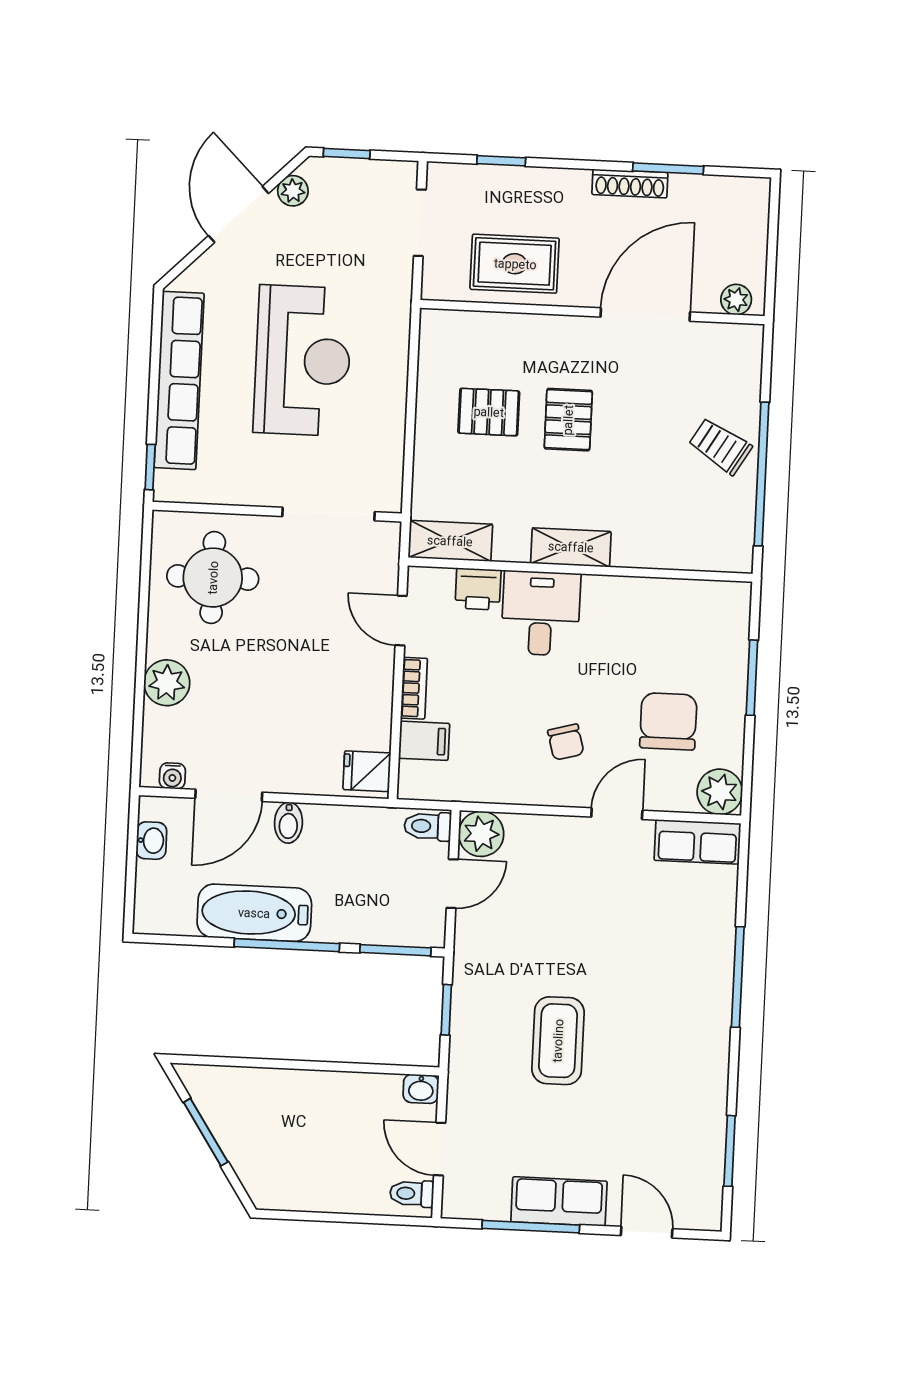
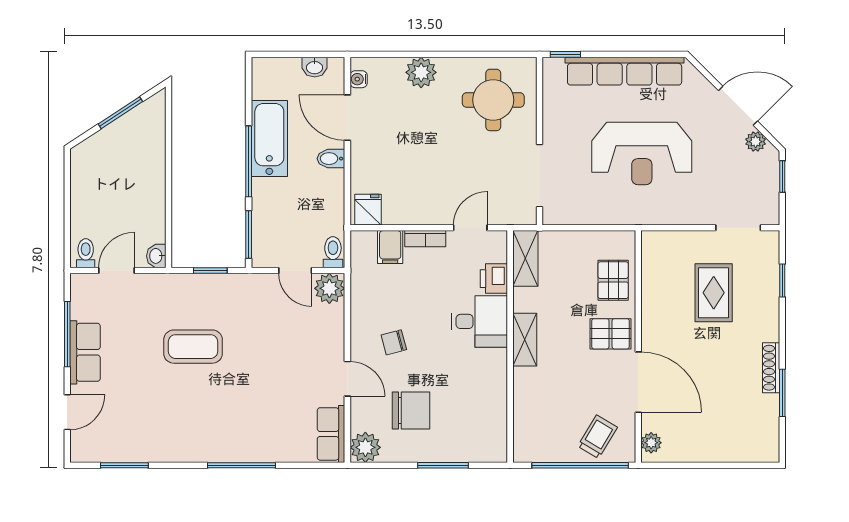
plant: (736, 300) -> (651, 443), moved
wall: (592, 312) -> (638, 347), moved
door: (645, 315) -> (638, 382), moved

